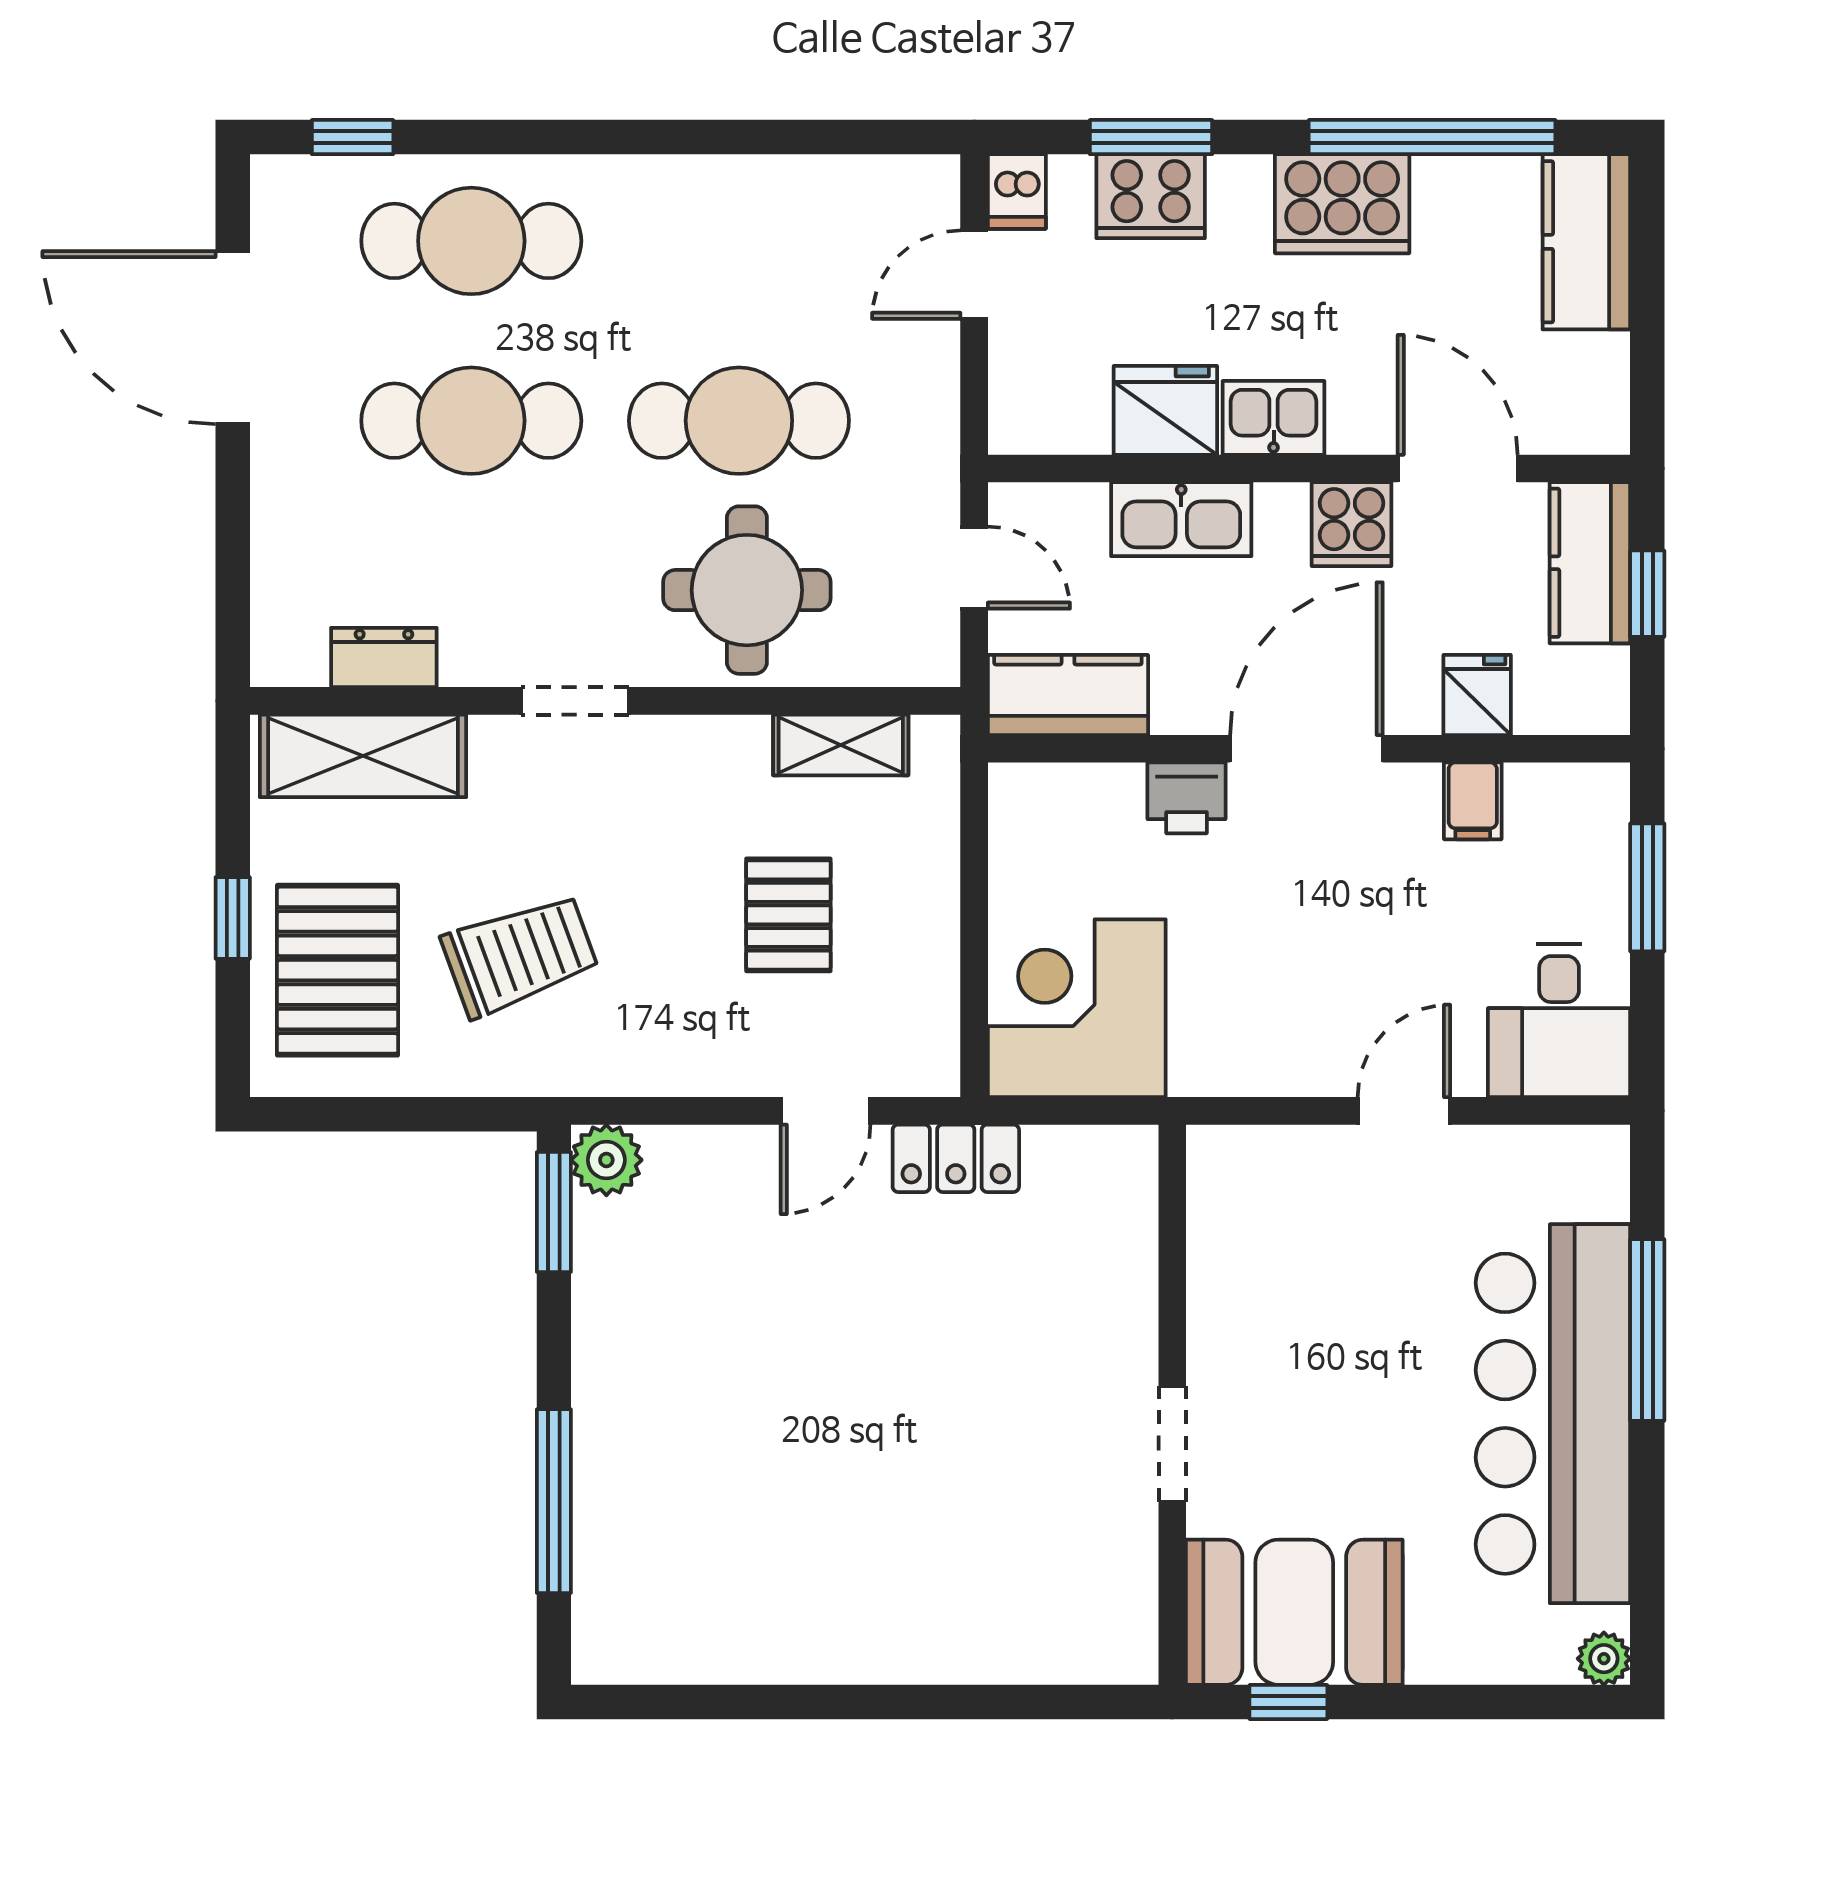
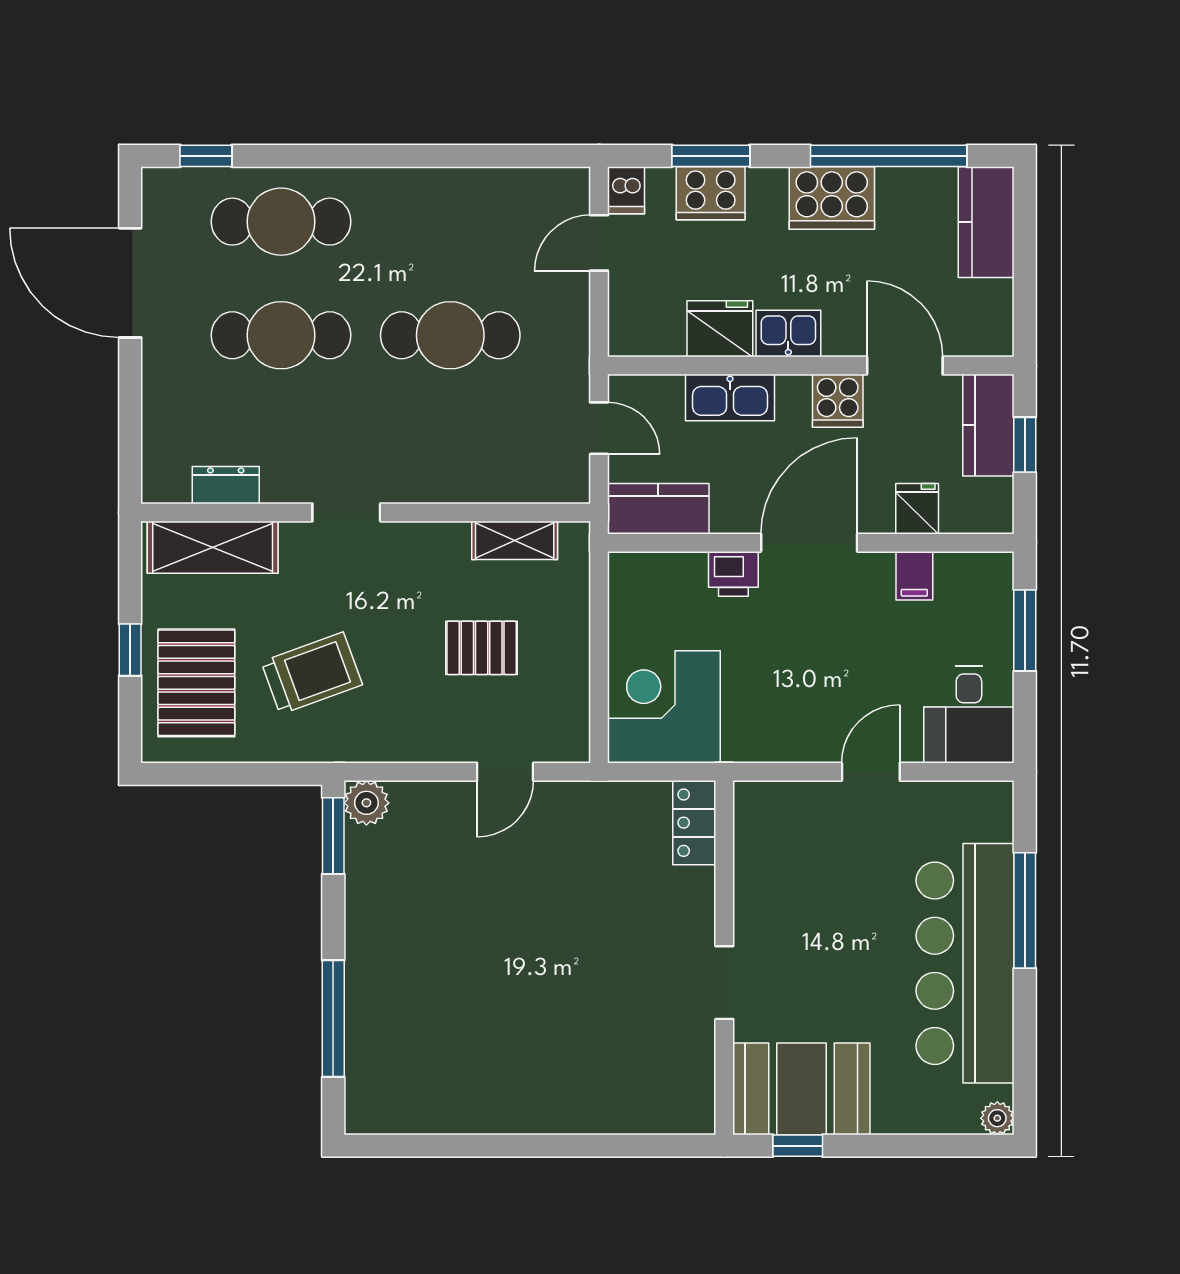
round table: (747, 590) -> (455, 442), removed
pallet: (788, 915) -> (482, 648), turned 90
locker: (956, 1158) -> (694, 823), moved, turned 90

